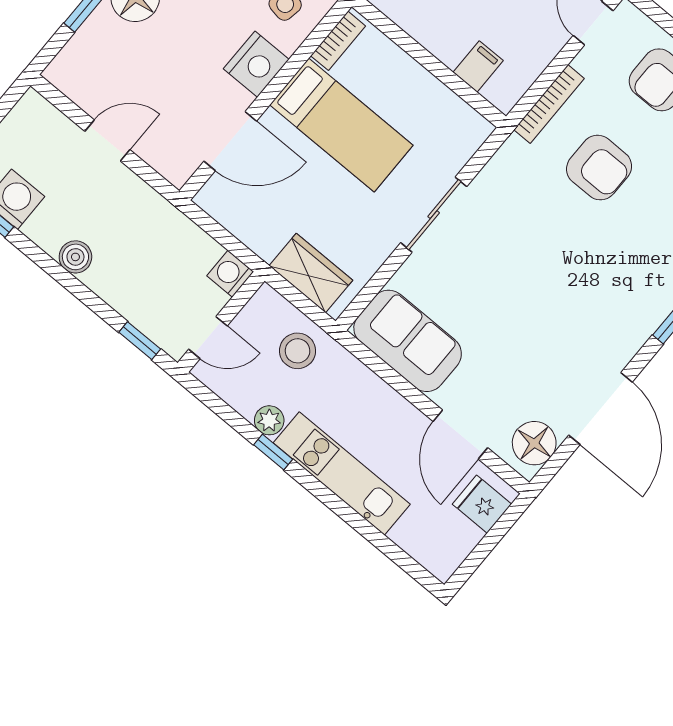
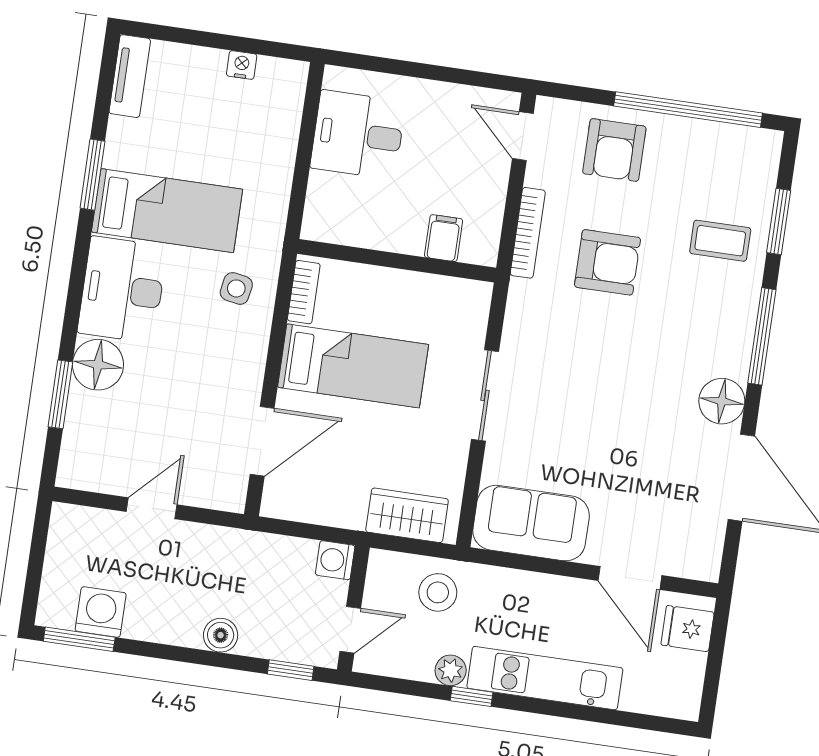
nightstand: (256, 64) -> (243, 358), removed
boiler: (75, 257) -> (221, 635), moved
floor lamp: (534, 443) -> (722, 401), moved

